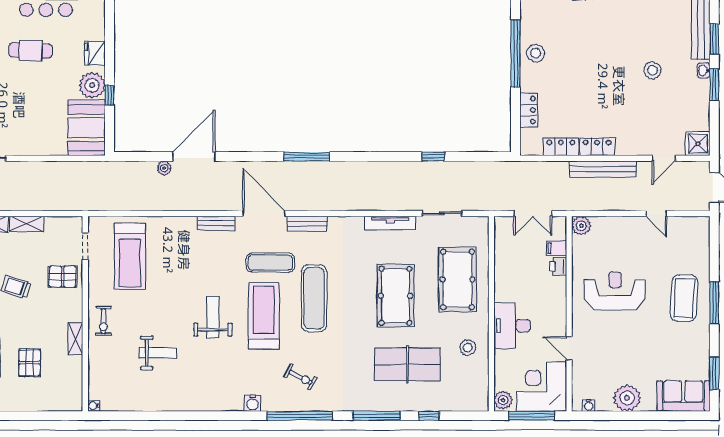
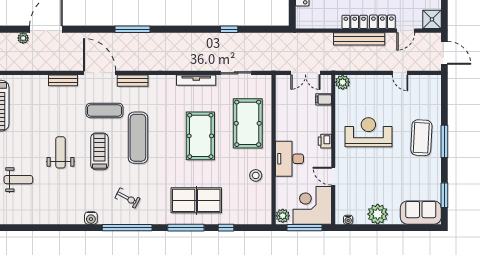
locker: (561, 147) -> (382, 22), moved
printer: (558, 266) -> (325, 141), moved
treadmill: (264, 316) -> (99, 151), width x0.73, depth x0.73
table tennis table: (407, 364) -> (196, 200), moved

